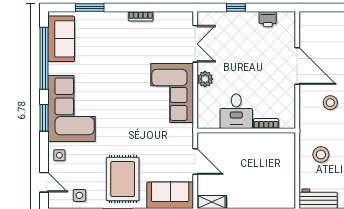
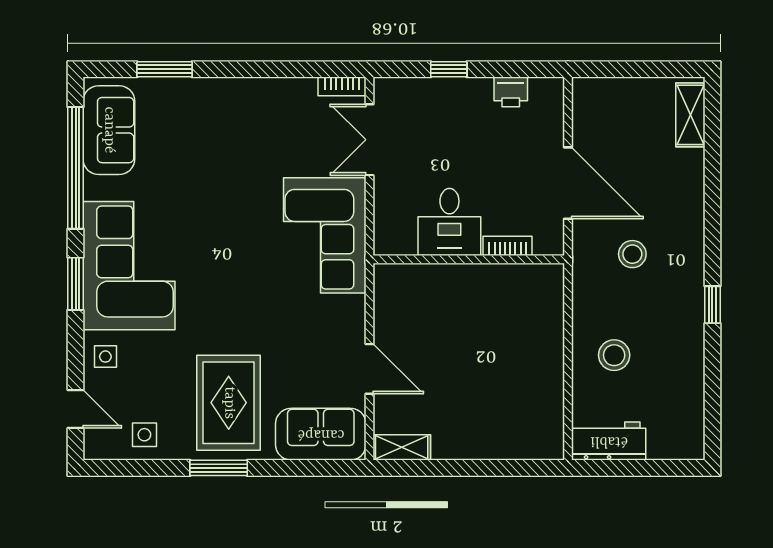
bookcase: (141, 16) -> (342, 86), moved
double door: (195, 44) -> (370, 140), swing flipped
plant: (205, 79) -> (389, 208), removed
desk: (236, 111) -> (449, 222), moved
bookcase: (266, 123) -> (508, 246), moved
wall: (246, 130) -> (469, 259), moved

